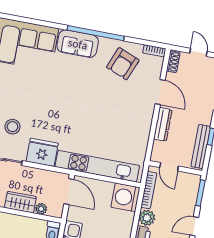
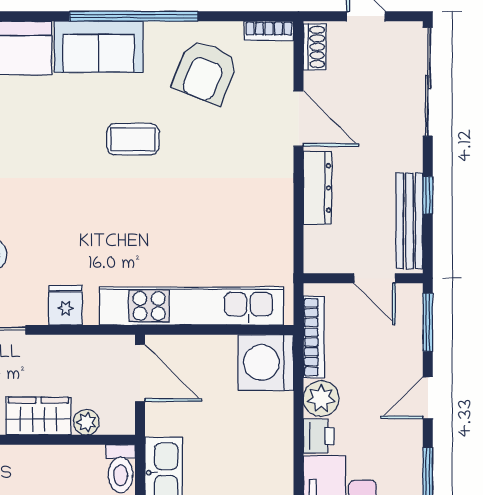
coffee table: (85, 87) -> (133, 139), added
fridge: (42, 152) -> (65, 305), width x0.53, depth x0.75
door: (169, 167) -> (375, 278), moved

